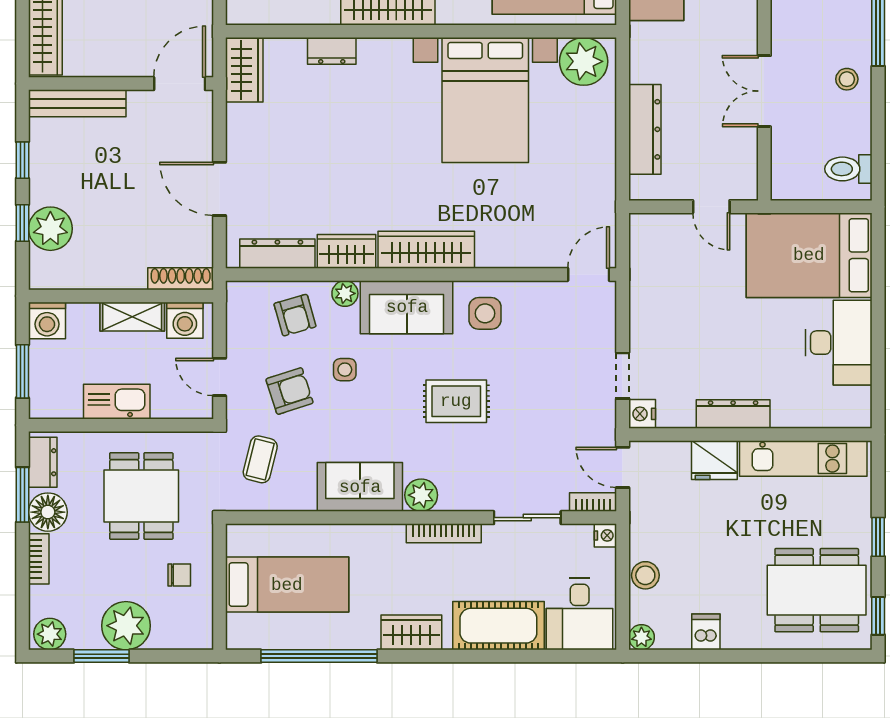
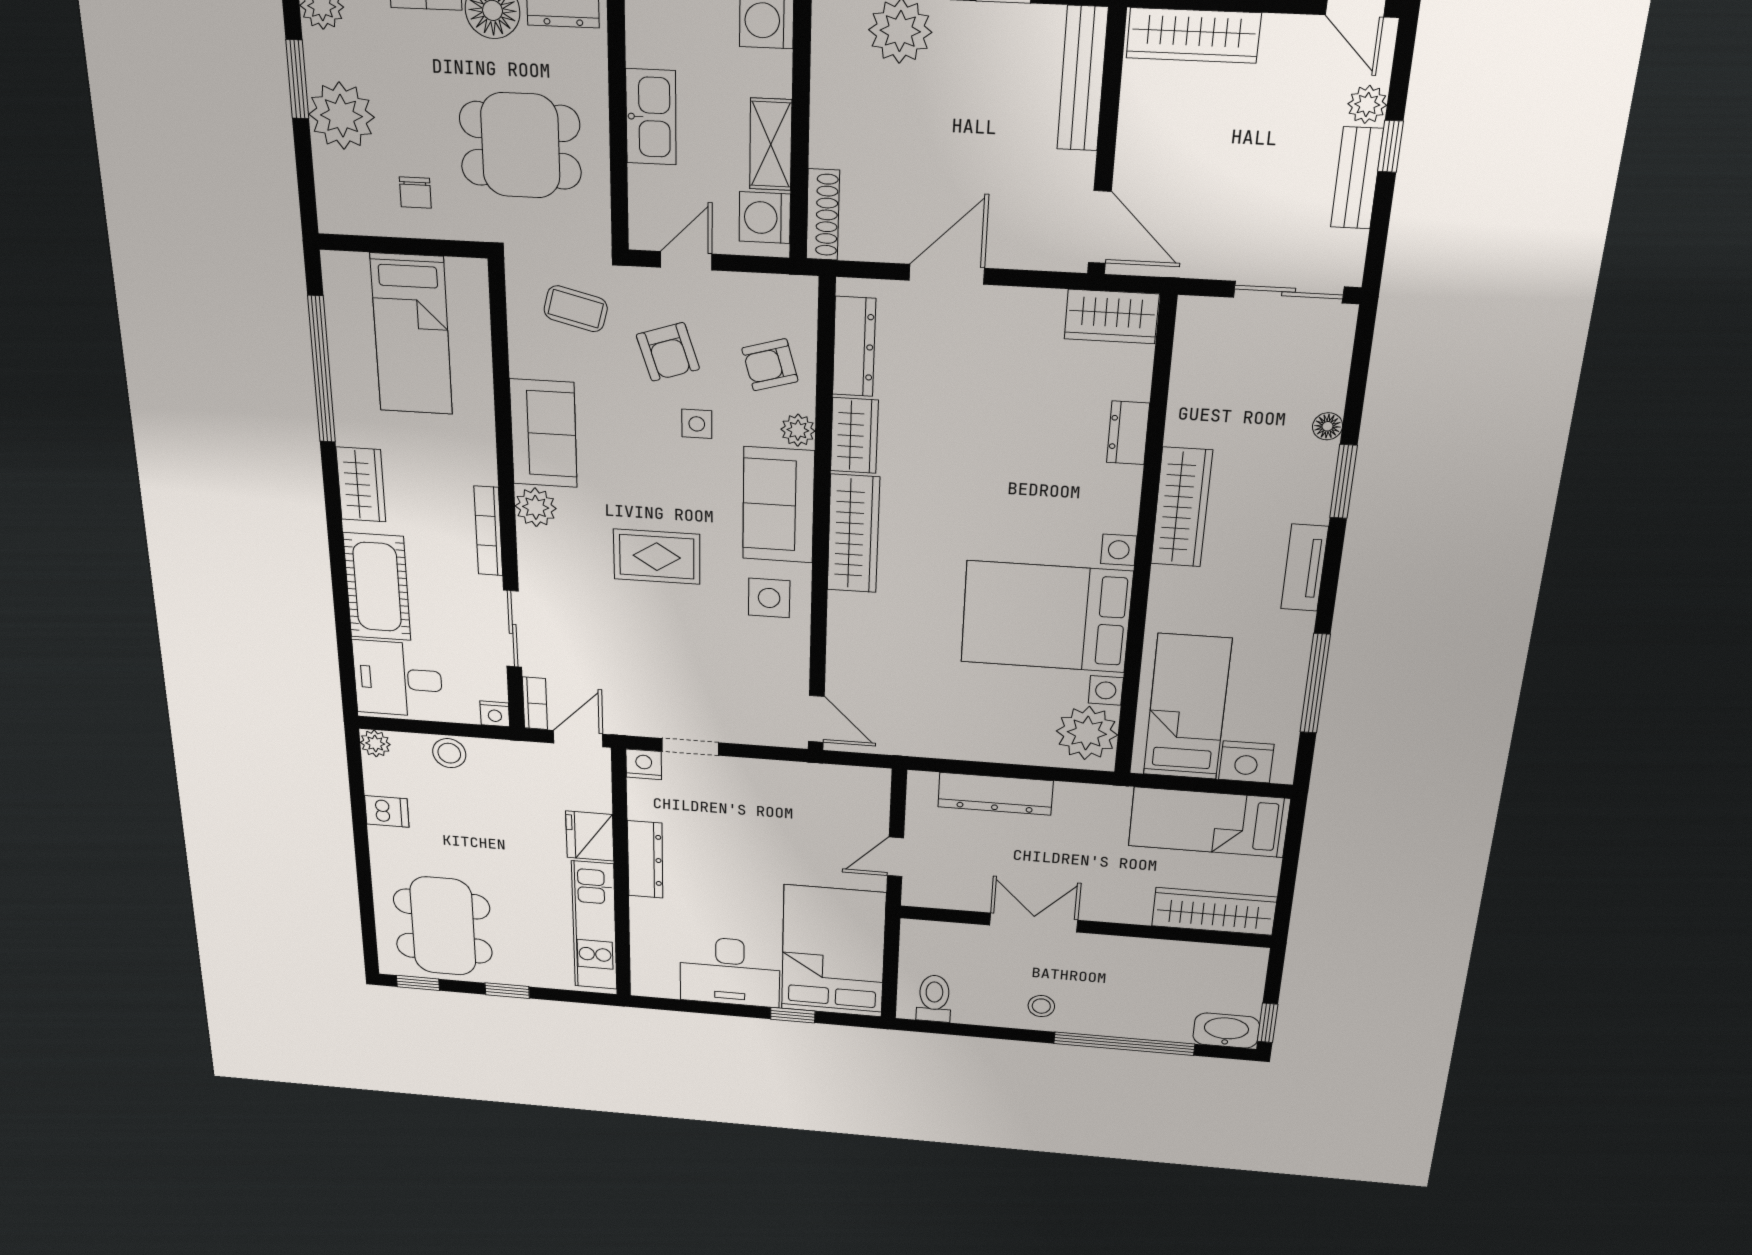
window: (878, 288) -> (793, 1015), added
rug: (456, 401) -> (657, 557), turned 90

